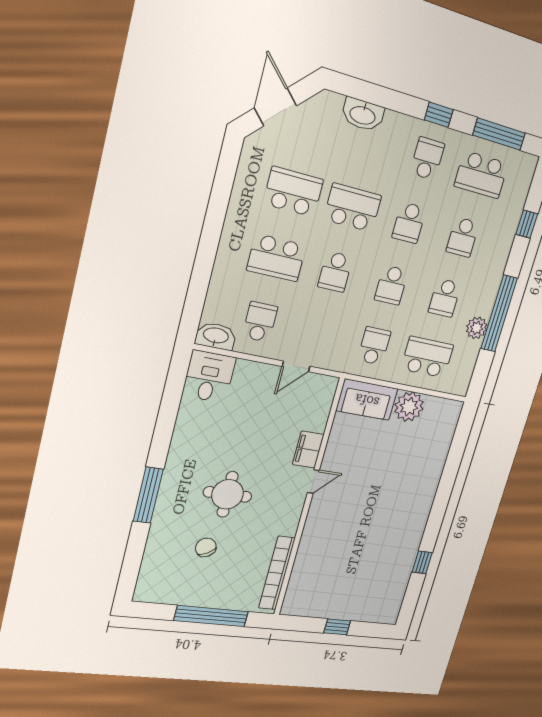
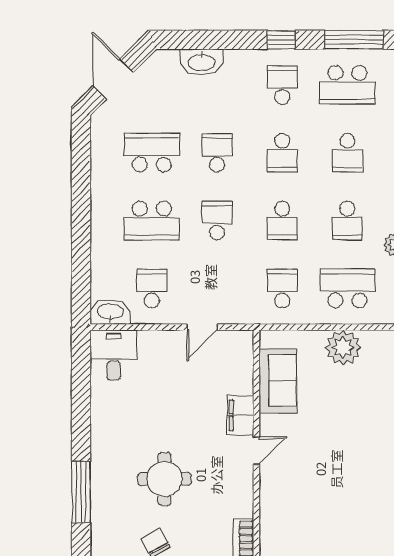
school desk: (353, 208) -> (217, 153), width x0.54
school desk: (335, 272) -> (217, 221), turned 180
sofa: (367, 400) -> (278, 381), moved, turned -90

